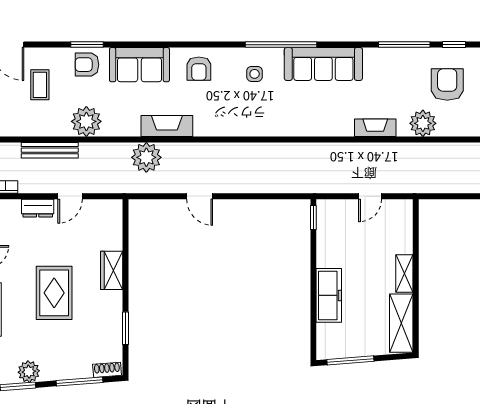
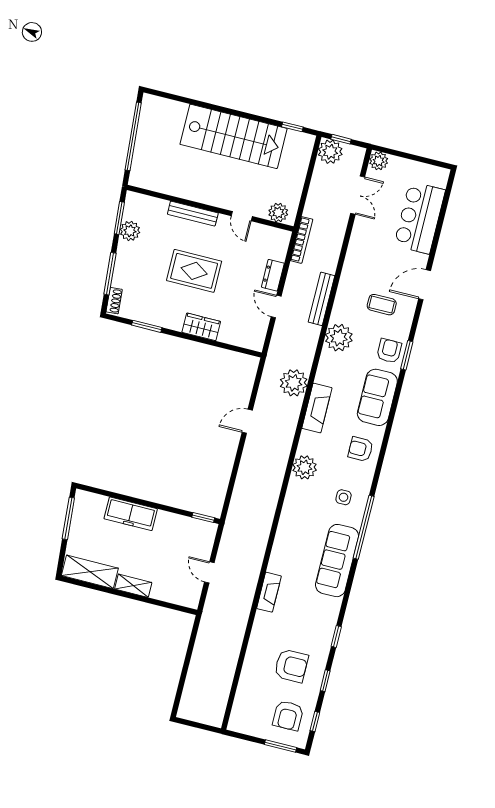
window: (404, 45) -> (336, 636), width x0.46
plant: (423, 123) -> (305, 467), moved

